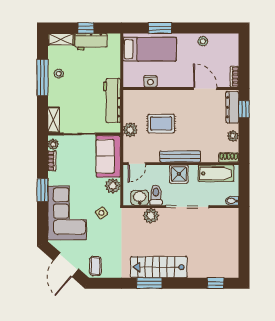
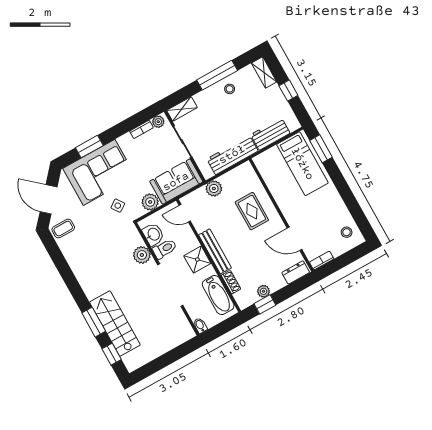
window: (160, 28) -> (321, 149), moved
stool: (203, 41) -> (347, 232), moved
workbench: (91, 42) -> (270, 134), moved, turned 90
nightstand: (150, 81) -> (272, 182), removed
door: (205, 88) -> (295, 239), swing flipped
dresser: (232, 107) -> (296, 272), width x0.70
window: (244, 109) -> (265, 304), moved
rug: (161, 123) -> (252, 211), moved
shoe rack: (229, 158) -> (231, 282), moved
window: (42, 190) -> (89, 147), moved
door: (66, 265) -> (49, 199), hinge flipped
stairs: (159, 267) -> (115, 324), moved
window: (149, 283) -> (94, 322), moved

